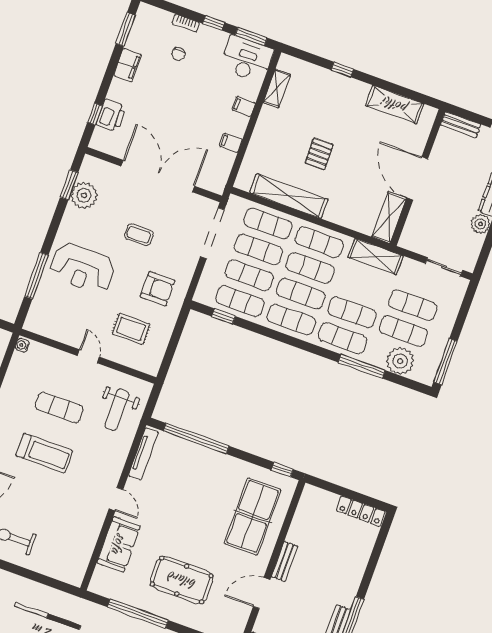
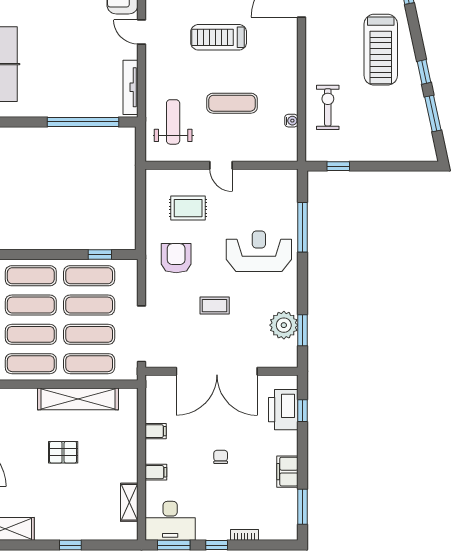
chair: (178, 54) -> (221, 457), moved
printer: (111, 115) -> (283, 410), width x1.37, depth x1.19
pallet: (319, 154) -> (63, 452), turned 90
armchair: (158, 289) -> (176, 258), turned 90
water cooler: (22, 345) -> (291, 121), moved
treadmill: (44, 453) -> (219, 37), moved

